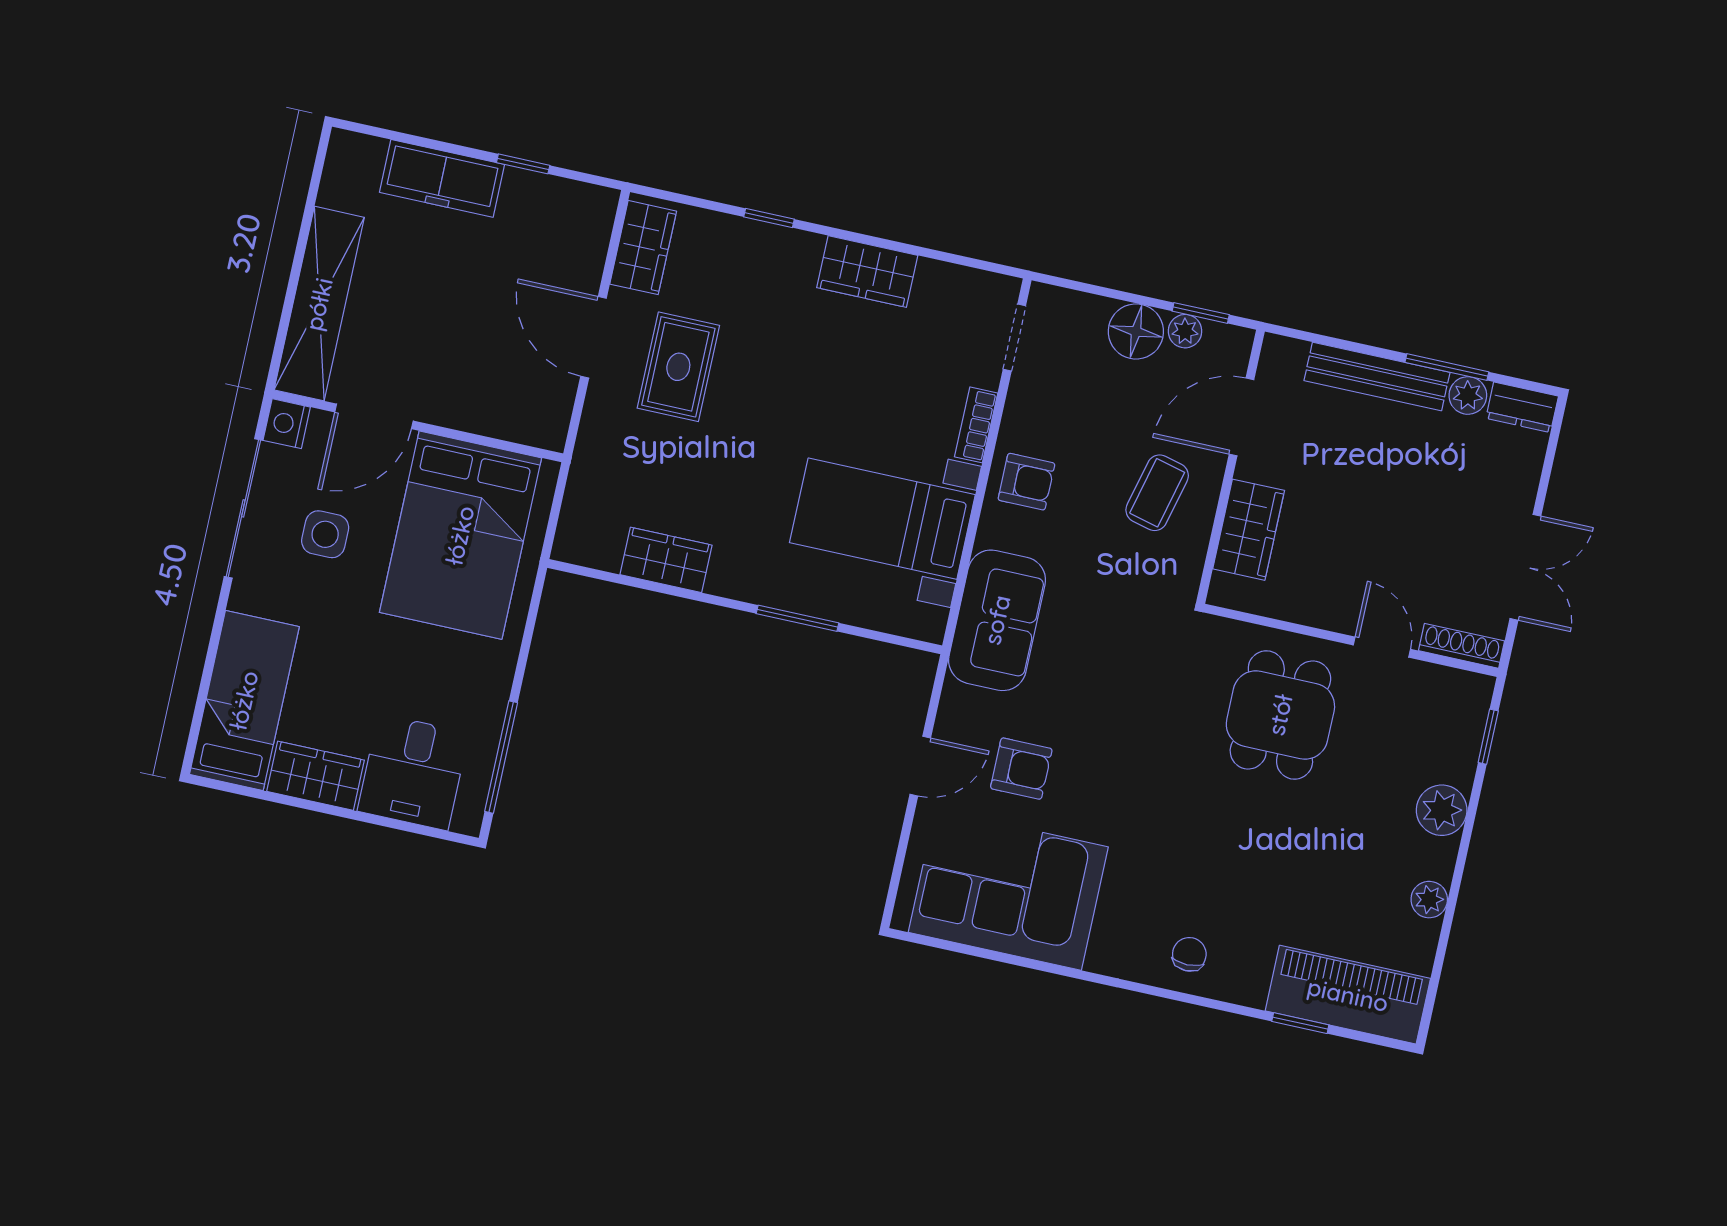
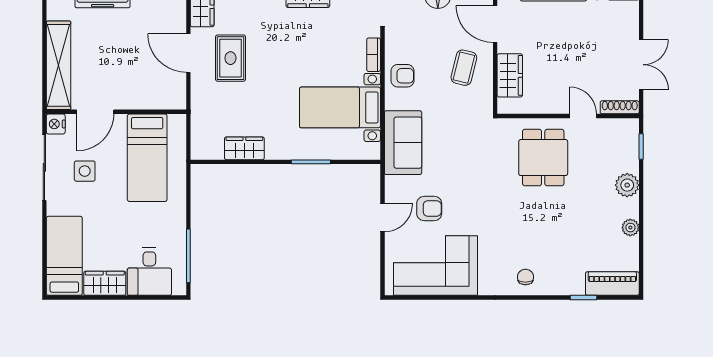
door: (1242, 417) -> (495, 24), hinge flipped
bed: (460, 535) -> (147, 158), width x0.67
piano: (1348, 995) -> (612, 283), width x0.73, depth x0.75

